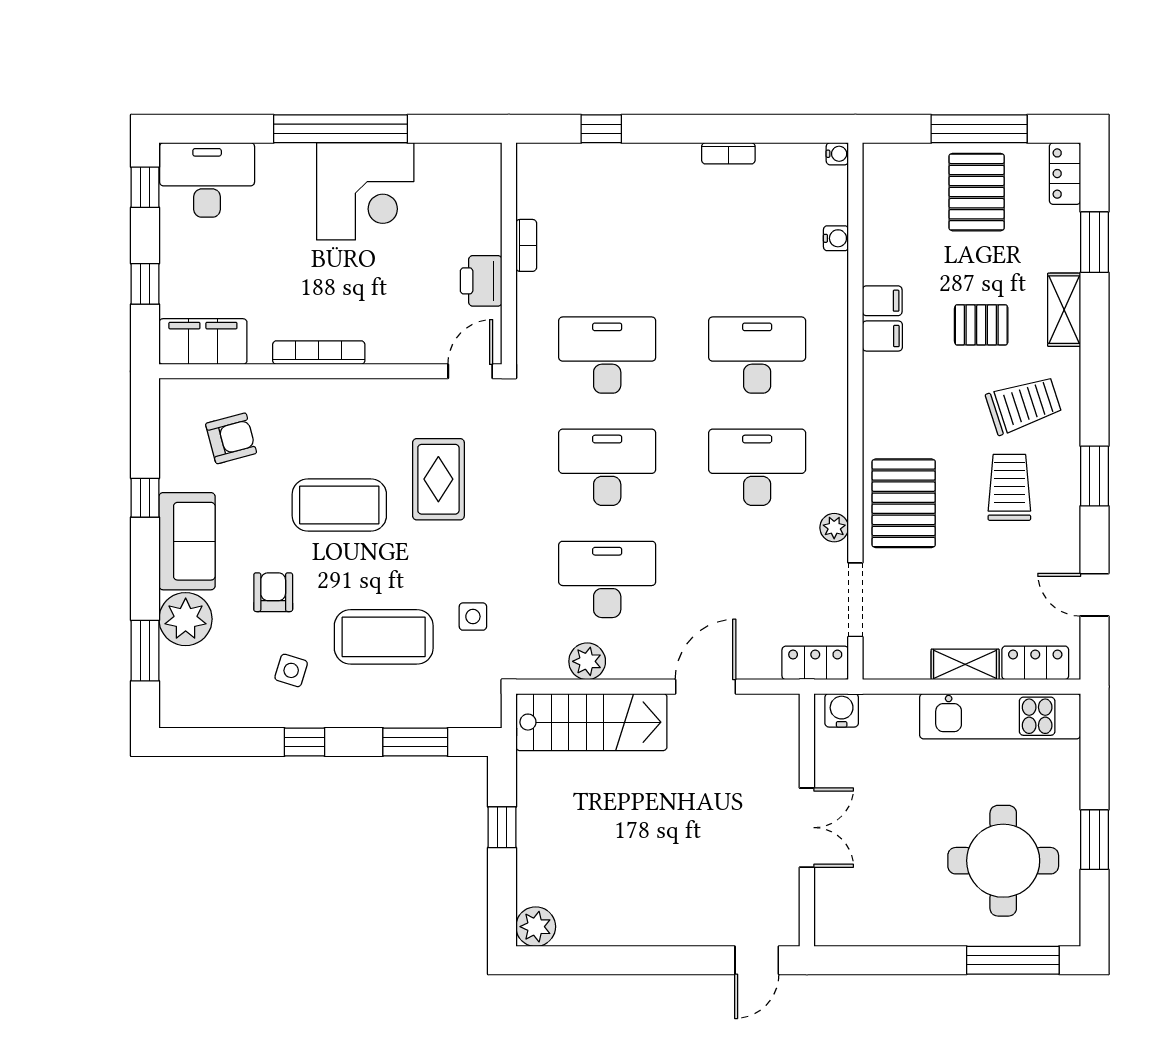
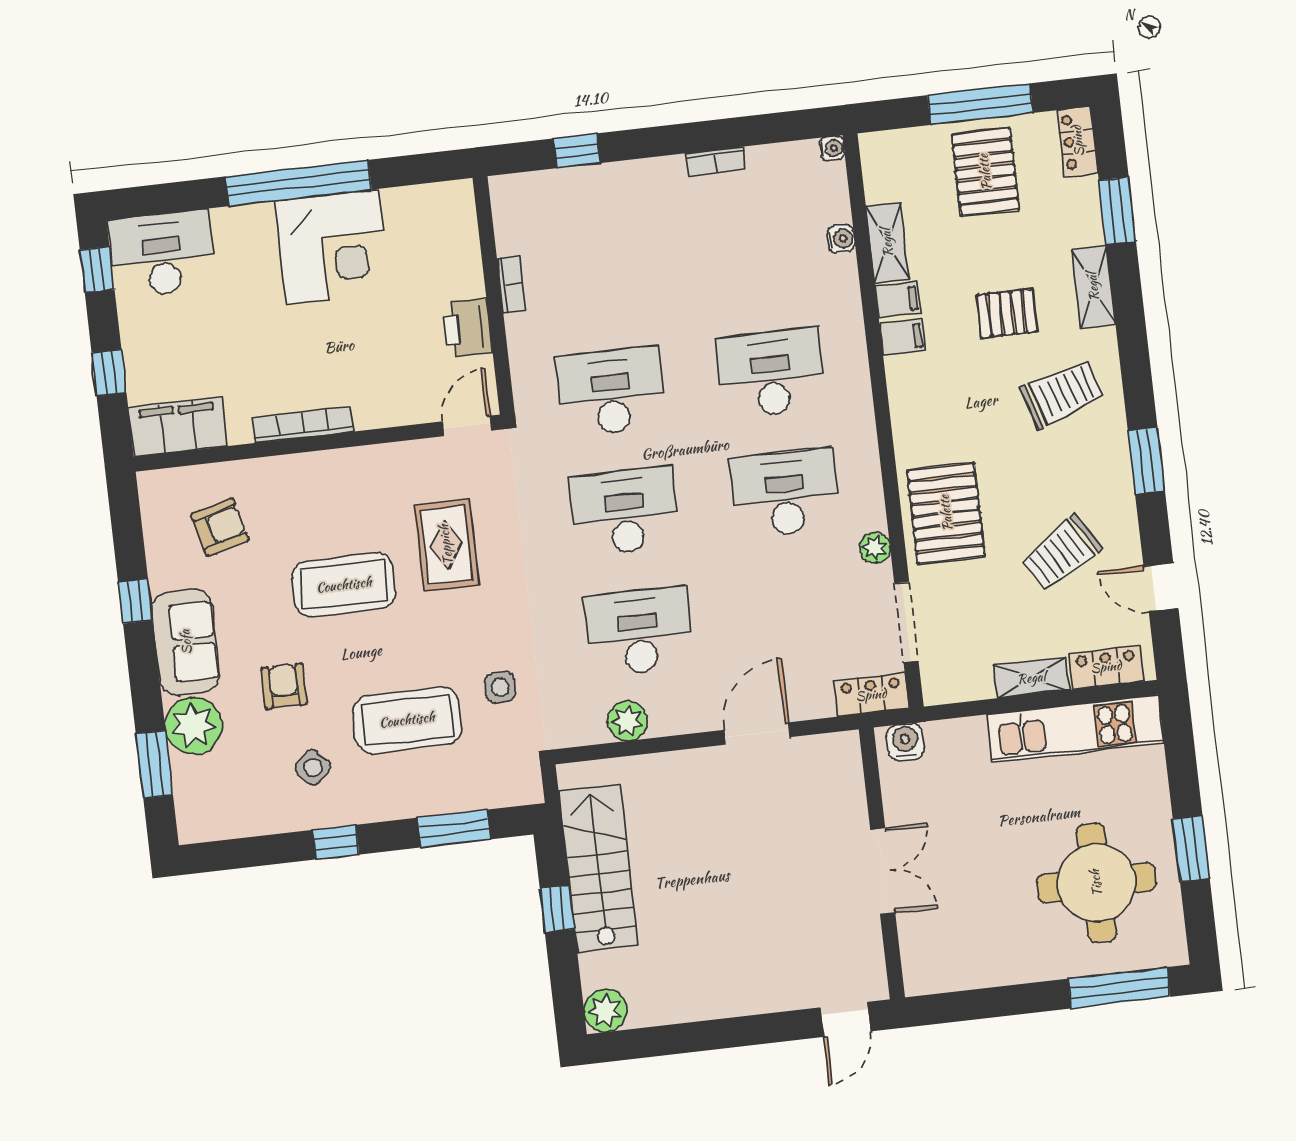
shelving: (878, 247) -> (887, 243), added
trolley: (1009, 487) -> (1061, 553), moved, turned -122
side table: (291, 670) -> (313, 767), turned 31
stairs: (591, 722) -> (598, 868), moved, turned -90

